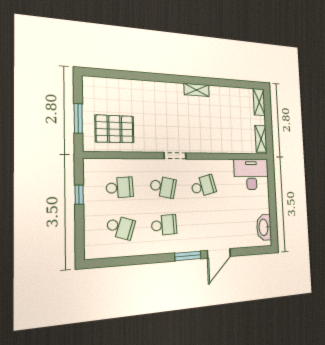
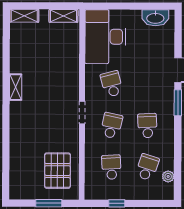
desk: (251, 174) -> (105, 37), width x1.36, depth x1.30
plant: (111, 251) -> (168, 176), added

